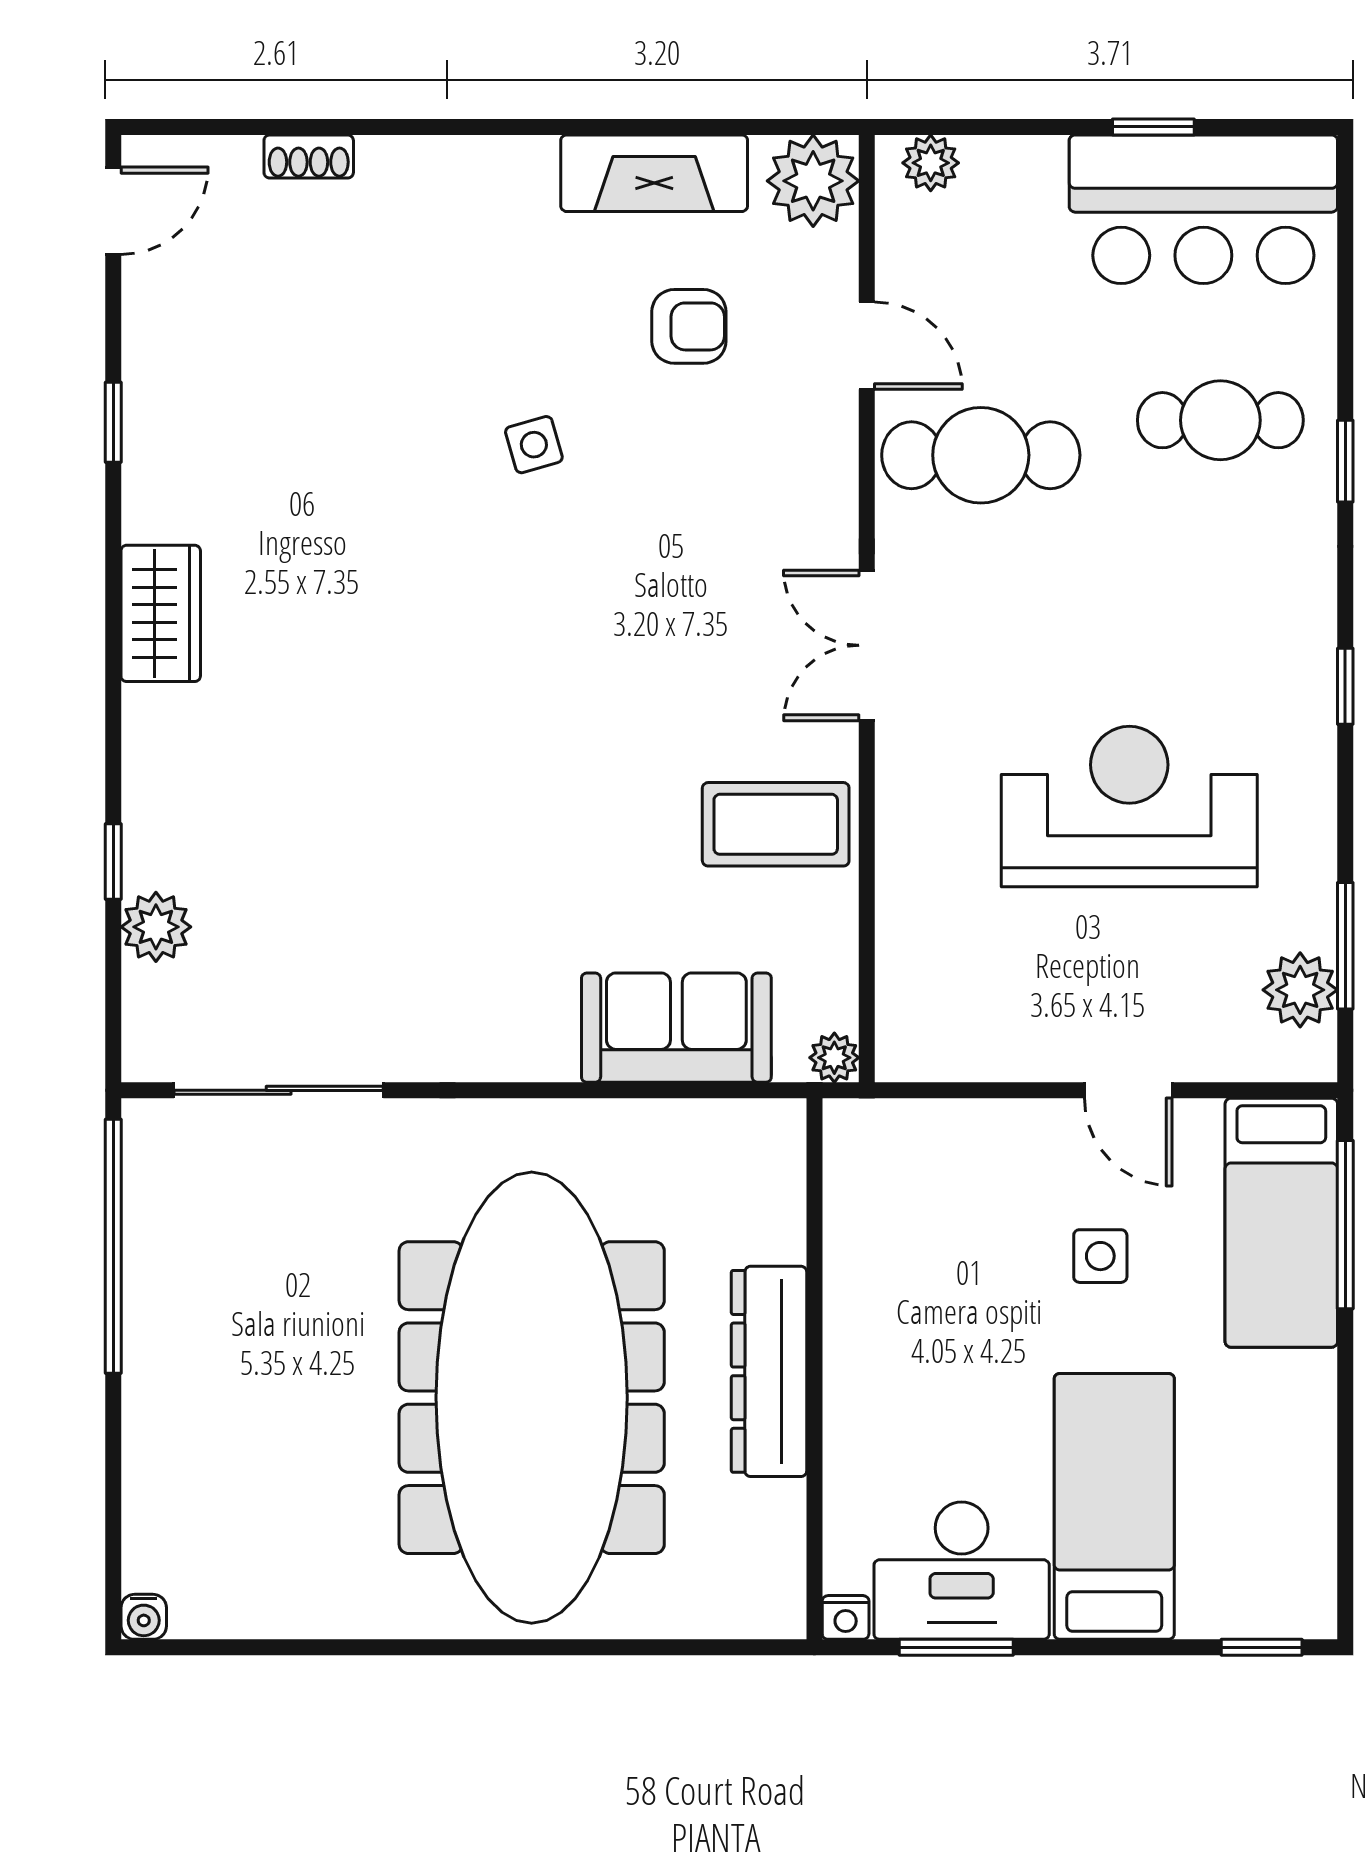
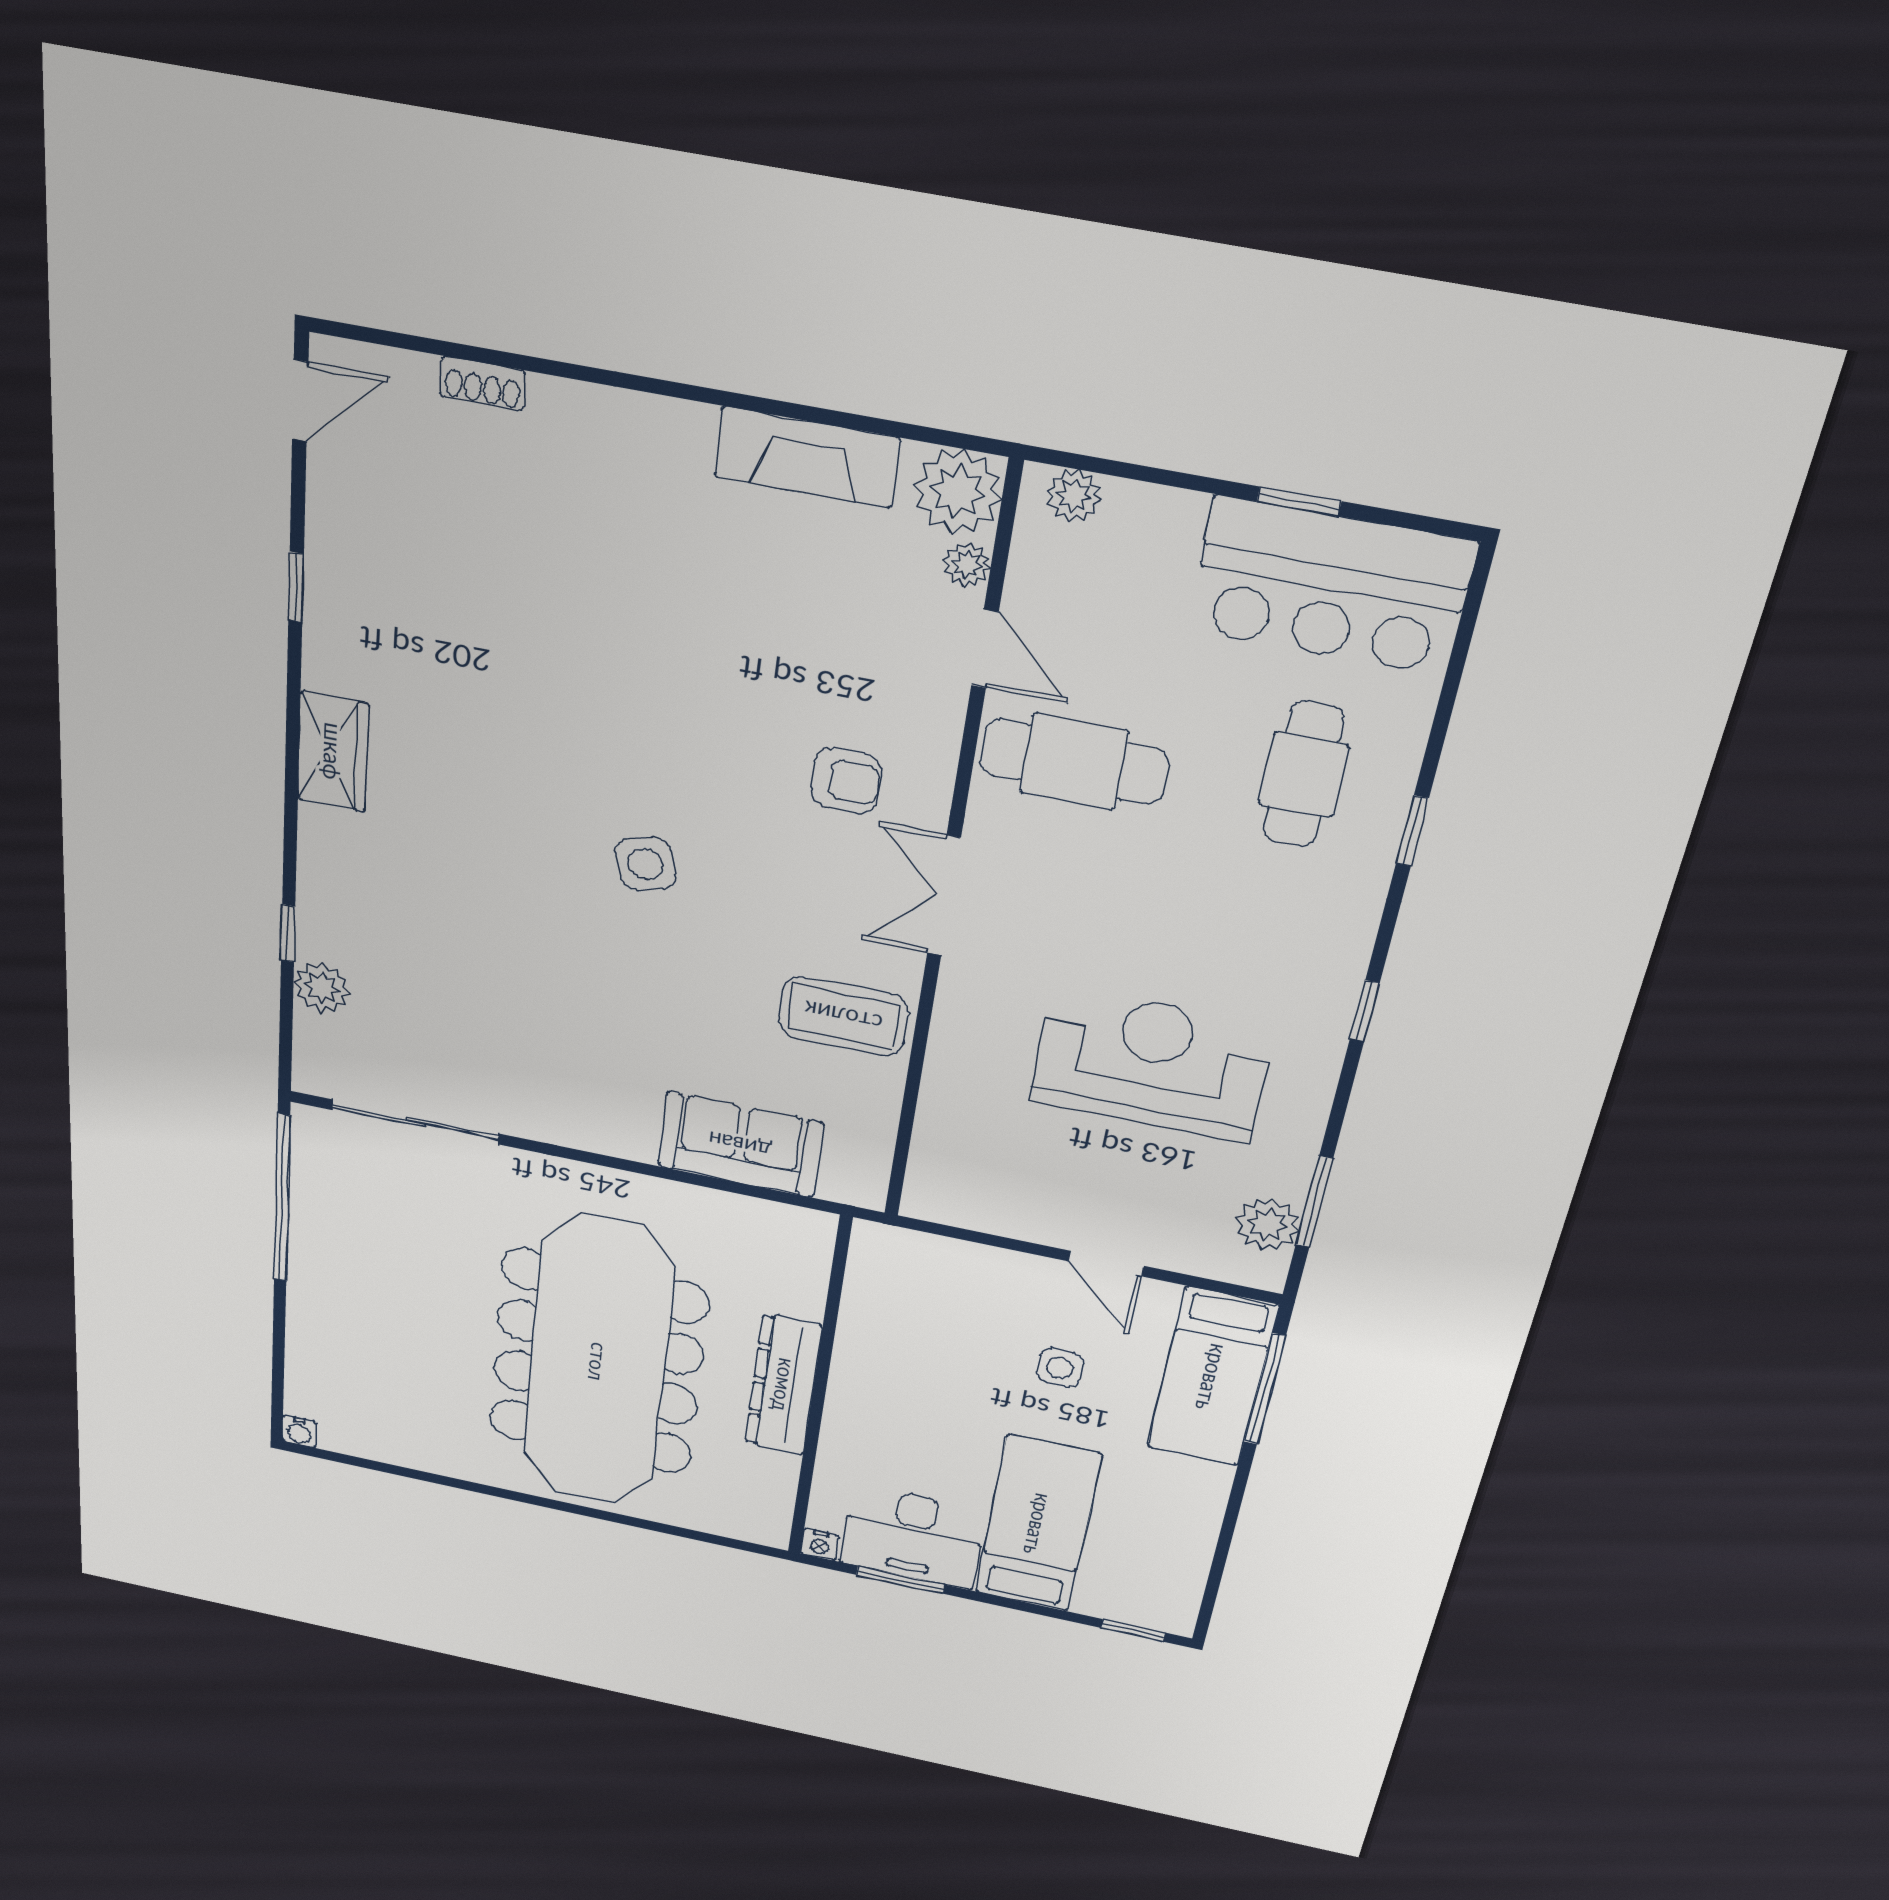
armchair: (689, 326) -> (846, 781), moved
cafe table: (1220, 420) -> (1303, 774), turned 90
side table: (534, 445) -> (646, 864), moved, width x1.37, depth x1.37
plant: (834, 1058) -> (967, 564), moved

